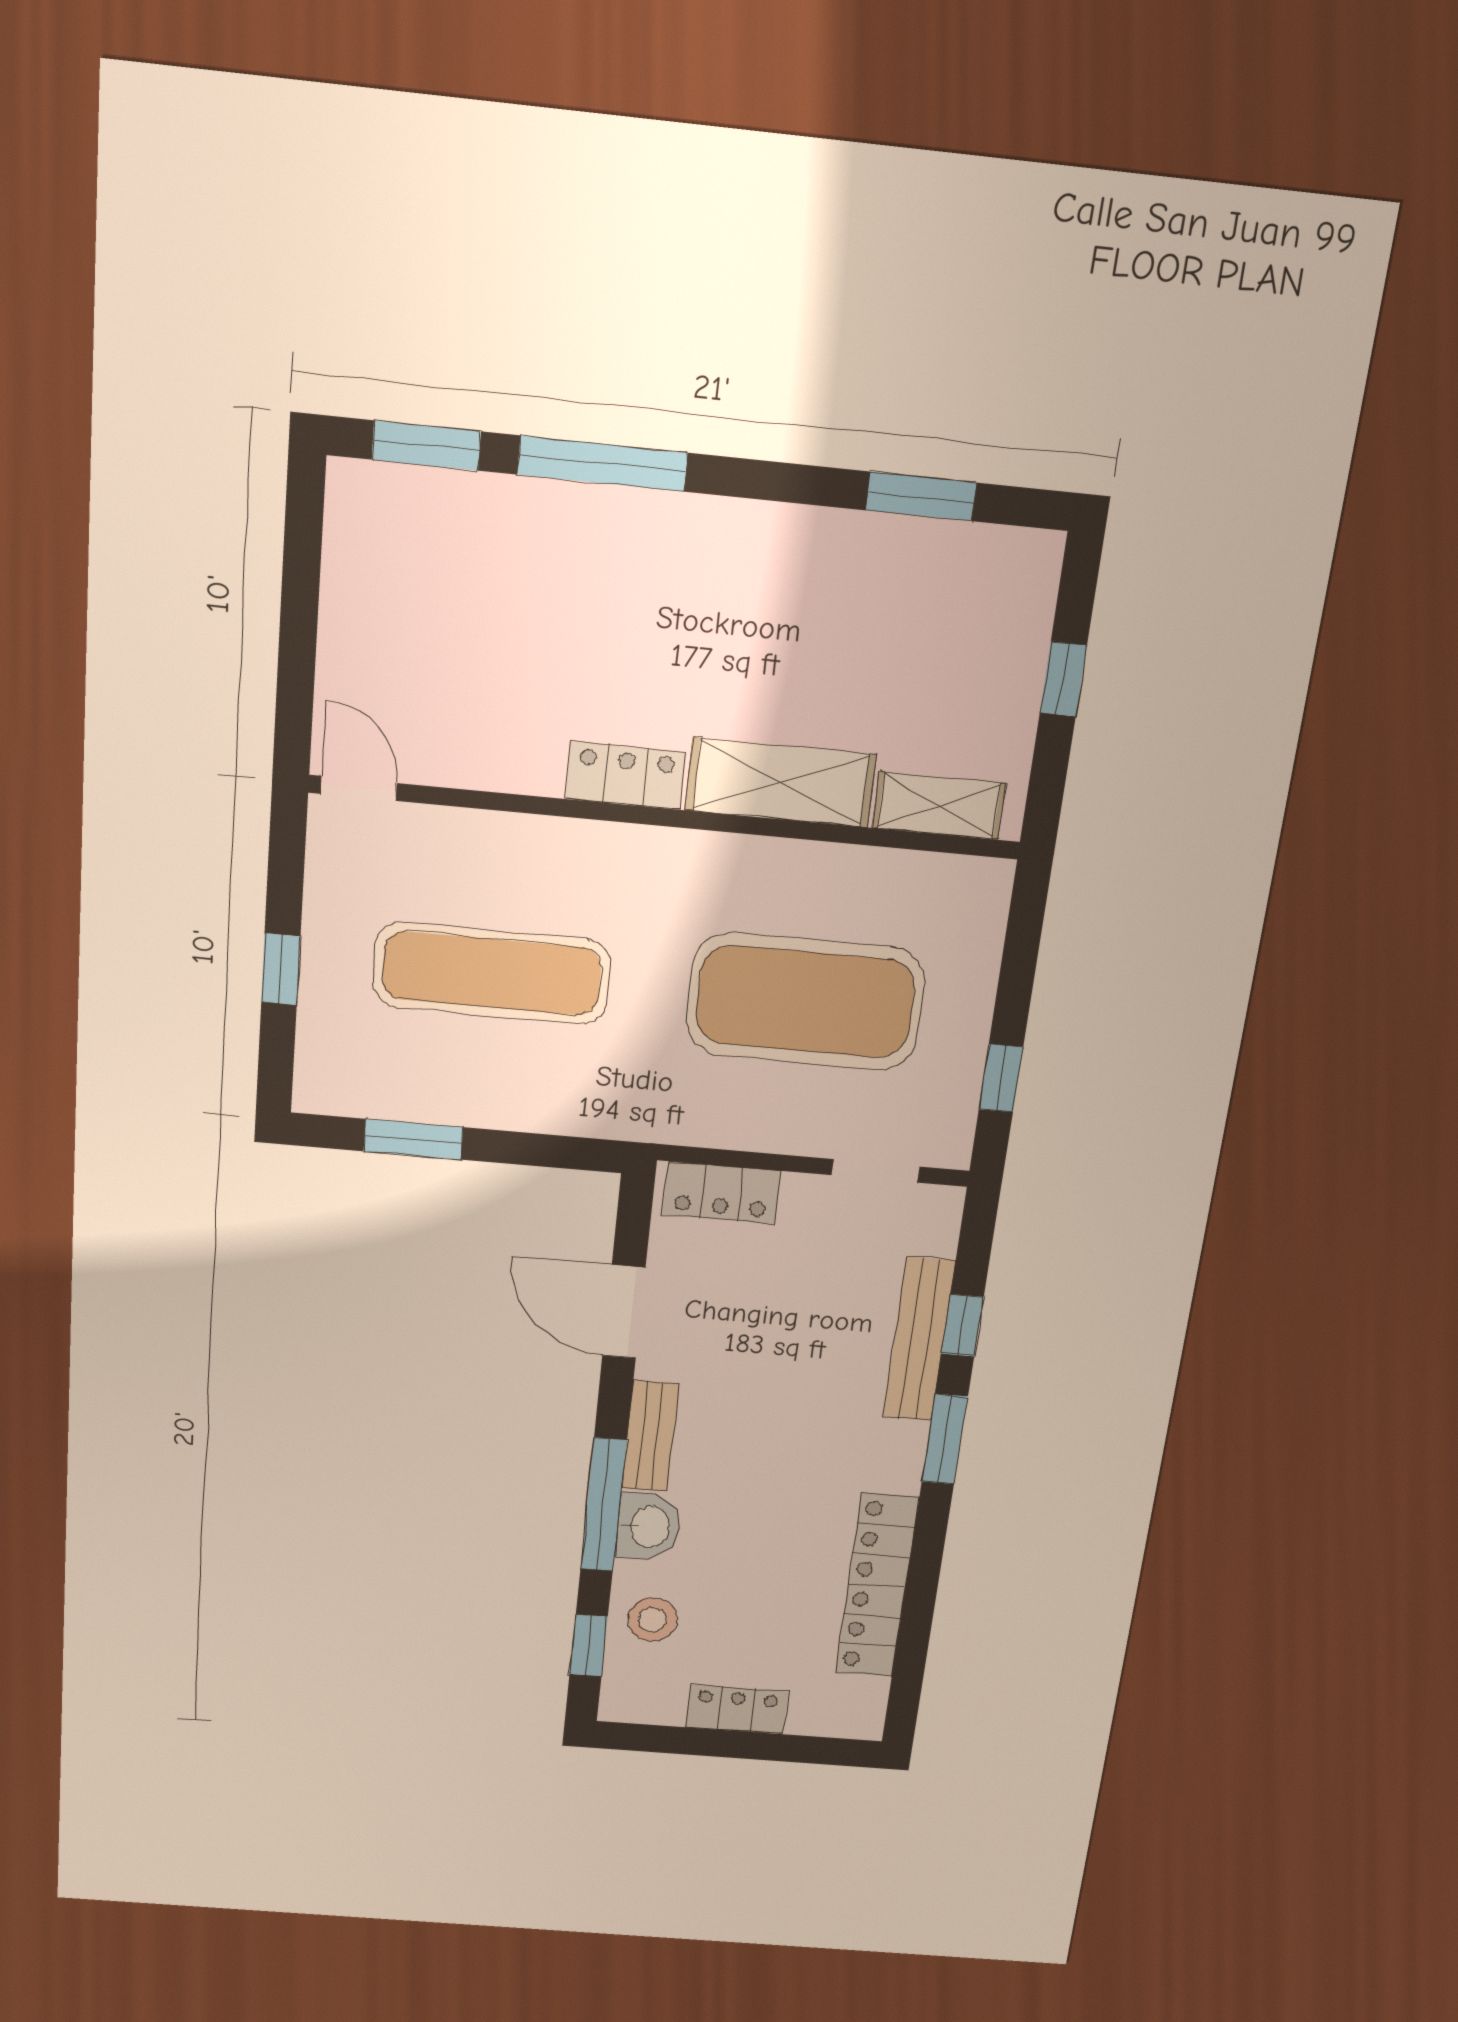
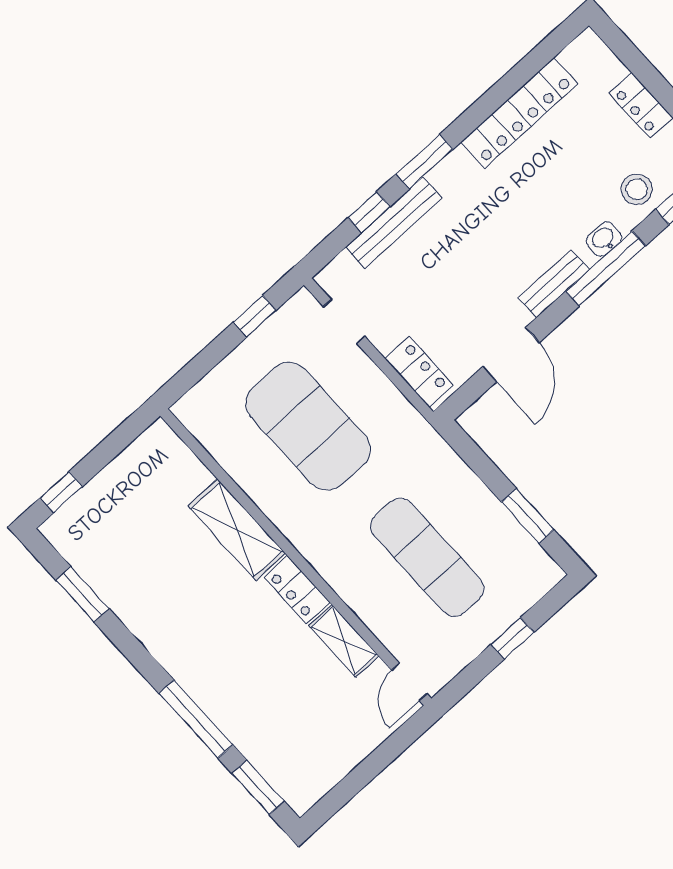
window: (1063, 679) -> (61, 492), moved
shelving: (939, 806) -> (344, 641), moved
washbasin: (649, 1527) -> (604, 239), width x0.72, depth x0.69

